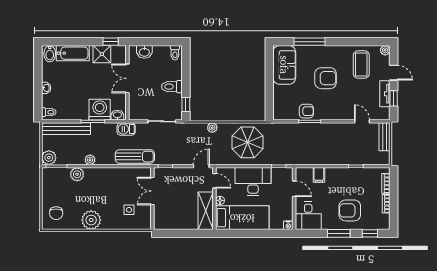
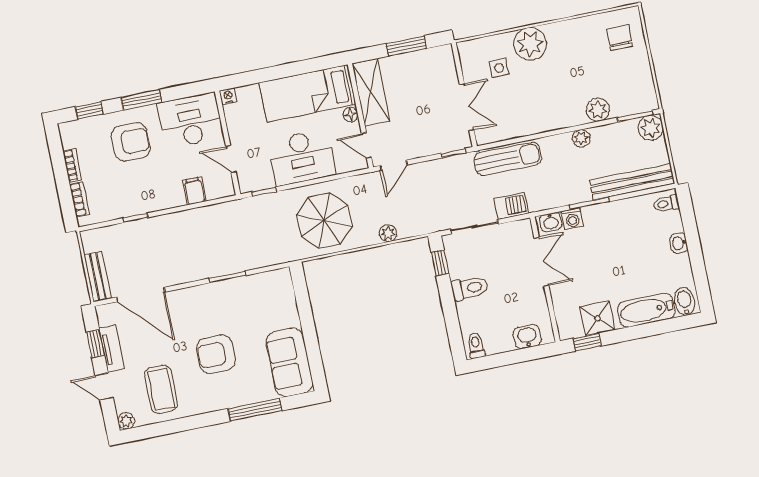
double door: (127, 78) -> (541, 262), moved
washing machine: (100, 110) -> (572, 219), width x0.53, depth x0.53
armchair: (306, 111) -> (237, 293), removed
door: (362, 121) -> (140, 295), width x1.88
barbecue: (126, 129) -> (511, 206), moved
sun lounger: (135, 157) -> (508, 159), turned 180
desk: (308, 216) -> (190, 120), width x1.37
plant: (91, 220) -> (530, 44), moved
window: (180, 233) -> (406, 46), added

